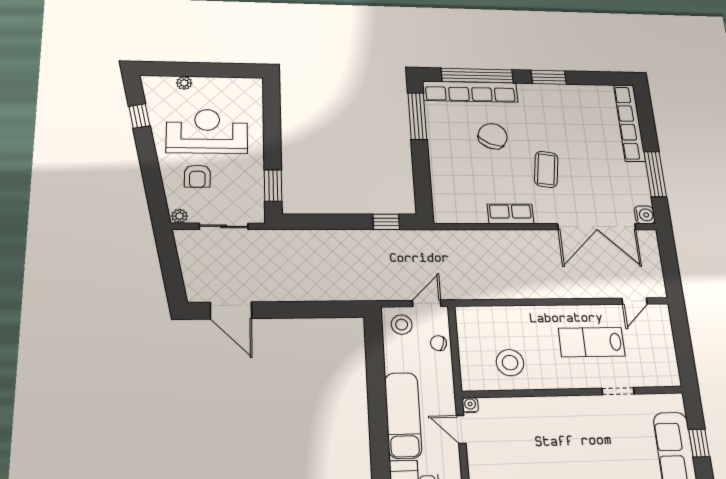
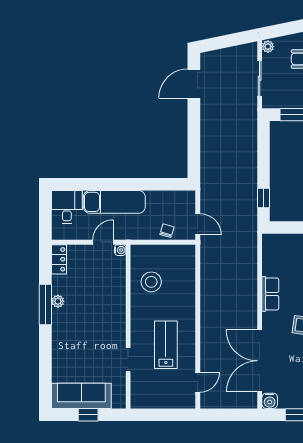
door: (635, 301) -> (198, 382), swing flipped
stool: (402, 325) -> (182, 205), removed

